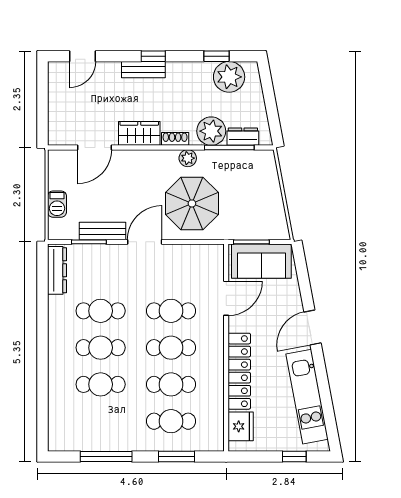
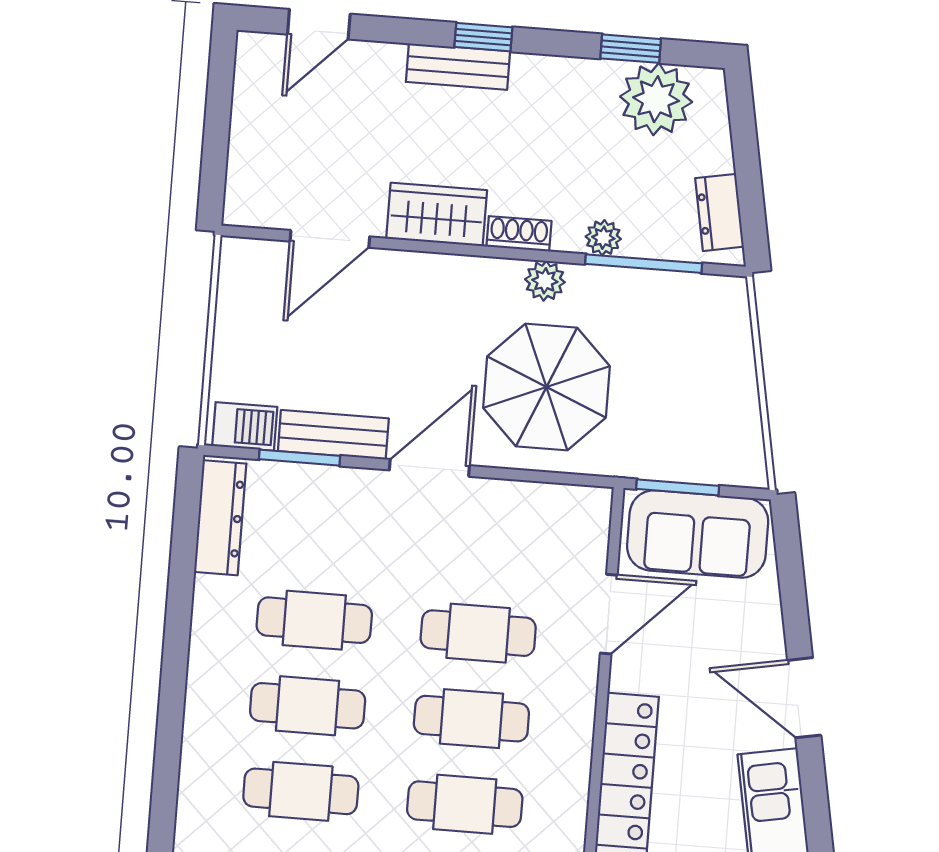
plant: (211, 131) -> (603, 238), width x0.53, depth x0.53
dresser: (243, 137) -> (719, 212), moved, turned -101
barbecue: (57, 204) -> (245, 426), moved, turned -90
door: (312, 328) -> (804, 698), hinge flipped

